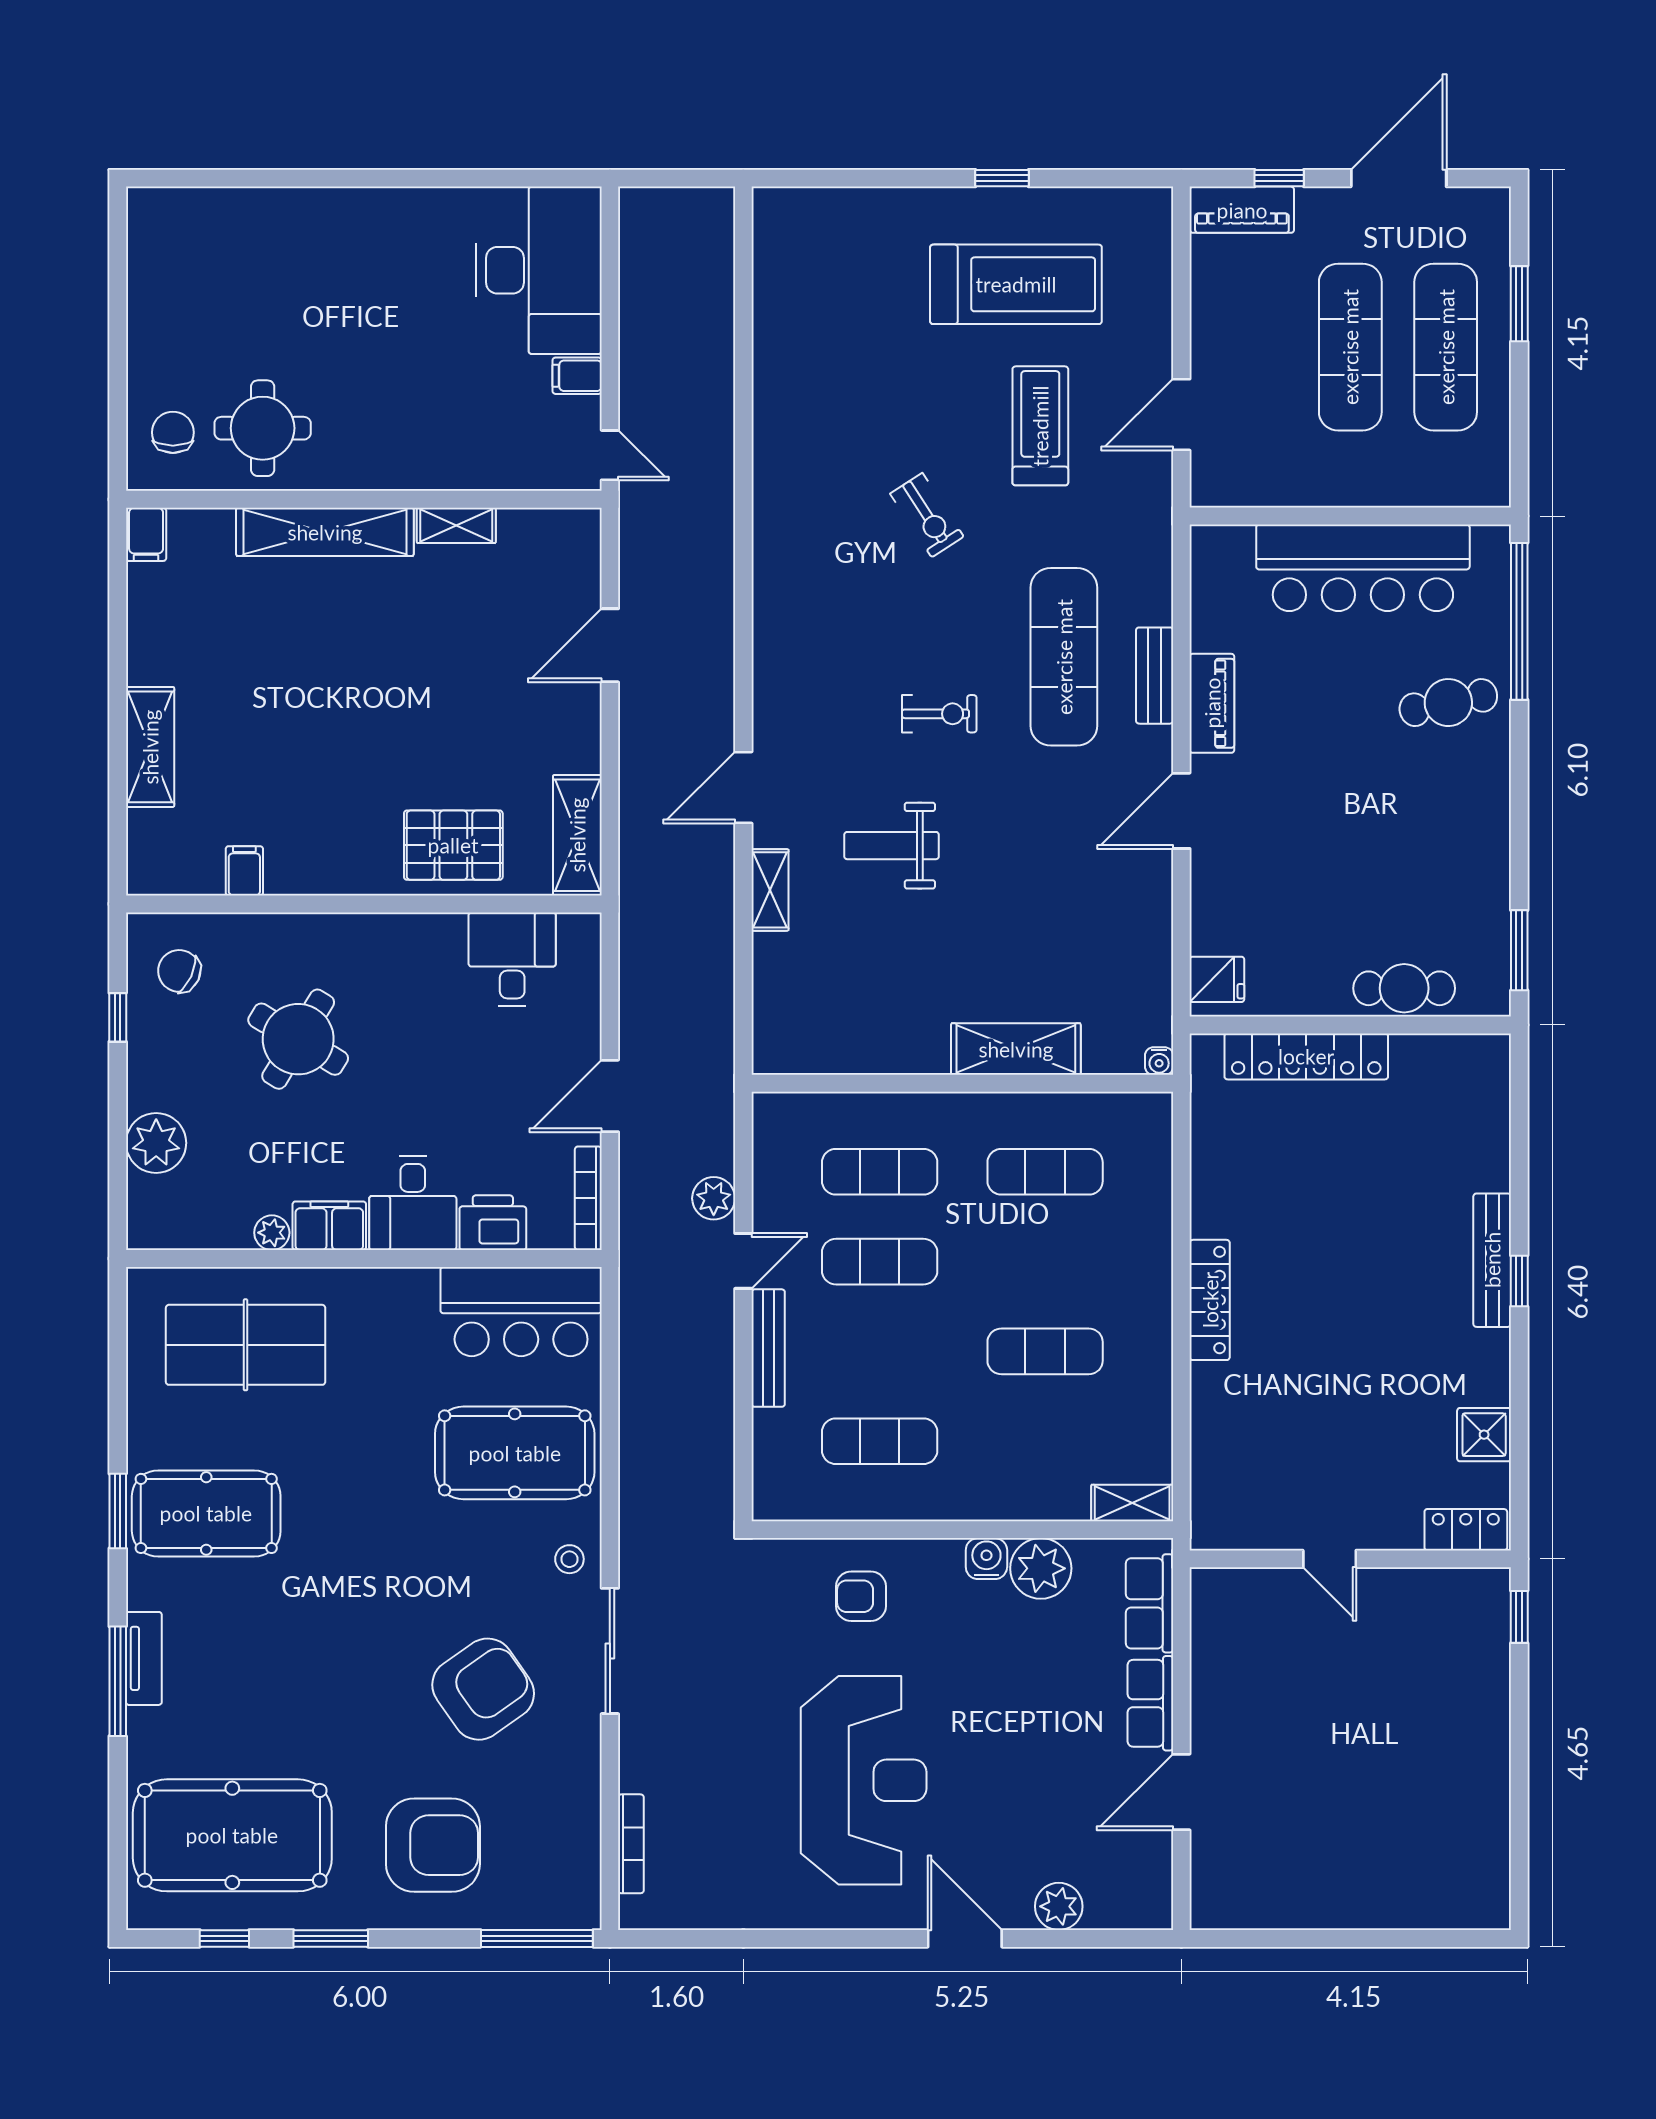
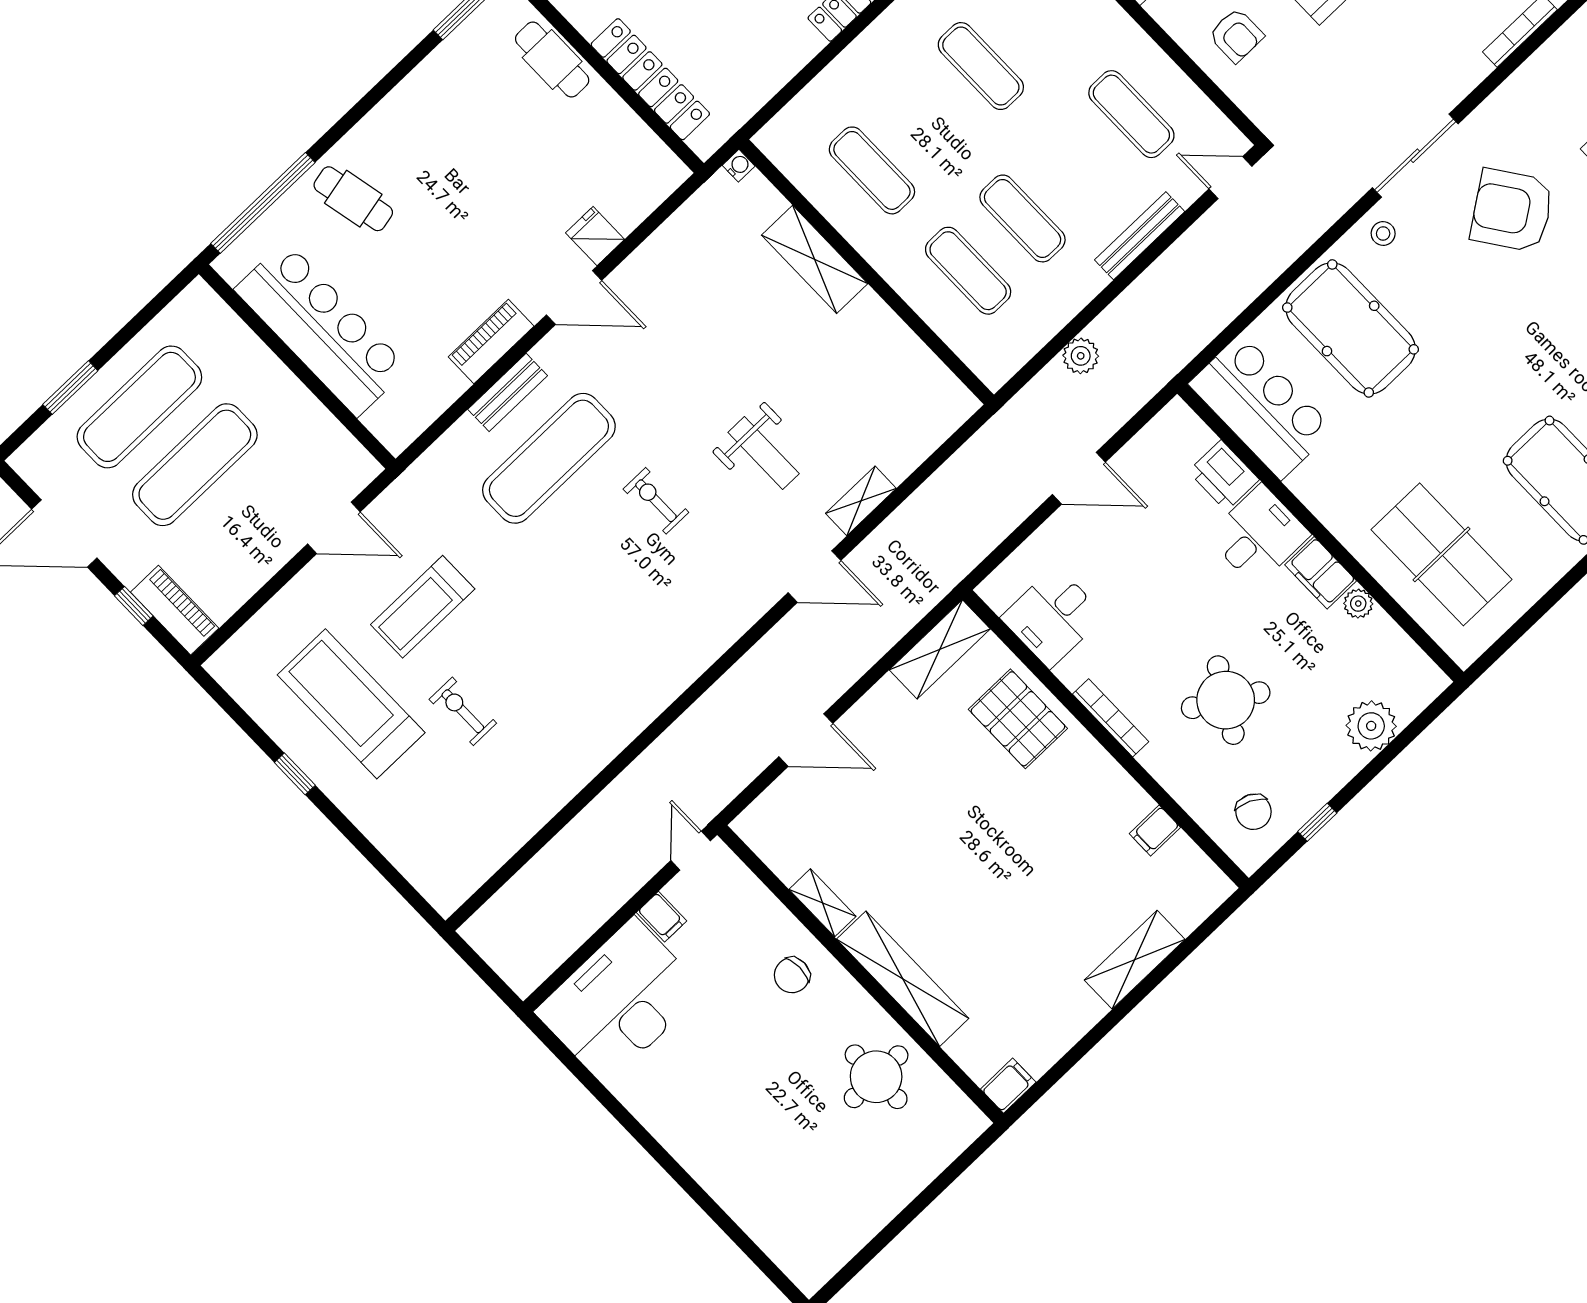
chair: (173, 432) -> (792, 975), moved
exercise bike: (927, 515) -> (463, 711), moved, turned -57
fridge: (1217, 979) -> (595, 236), moved
bookcase: (588, 1198) -> (1111, 718), moved, turned -90
door: (743, 1261) -> (1230, 178), moved

